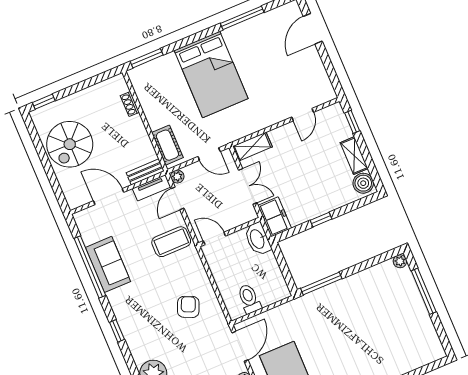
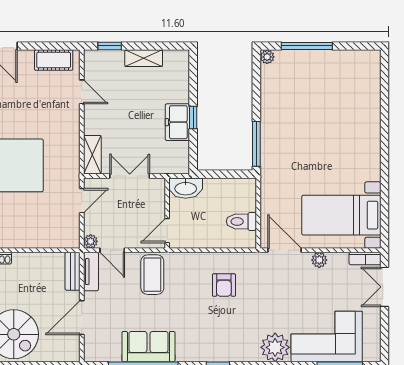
cot: (167, 145) -> (54, 60), moved
boiler: (363, 183) -> (175, 61), removed
freezer: (275, 217) -> (177, 122), moved, turned -90
armchair: (188, 307) -> (224, 285), turned -114

